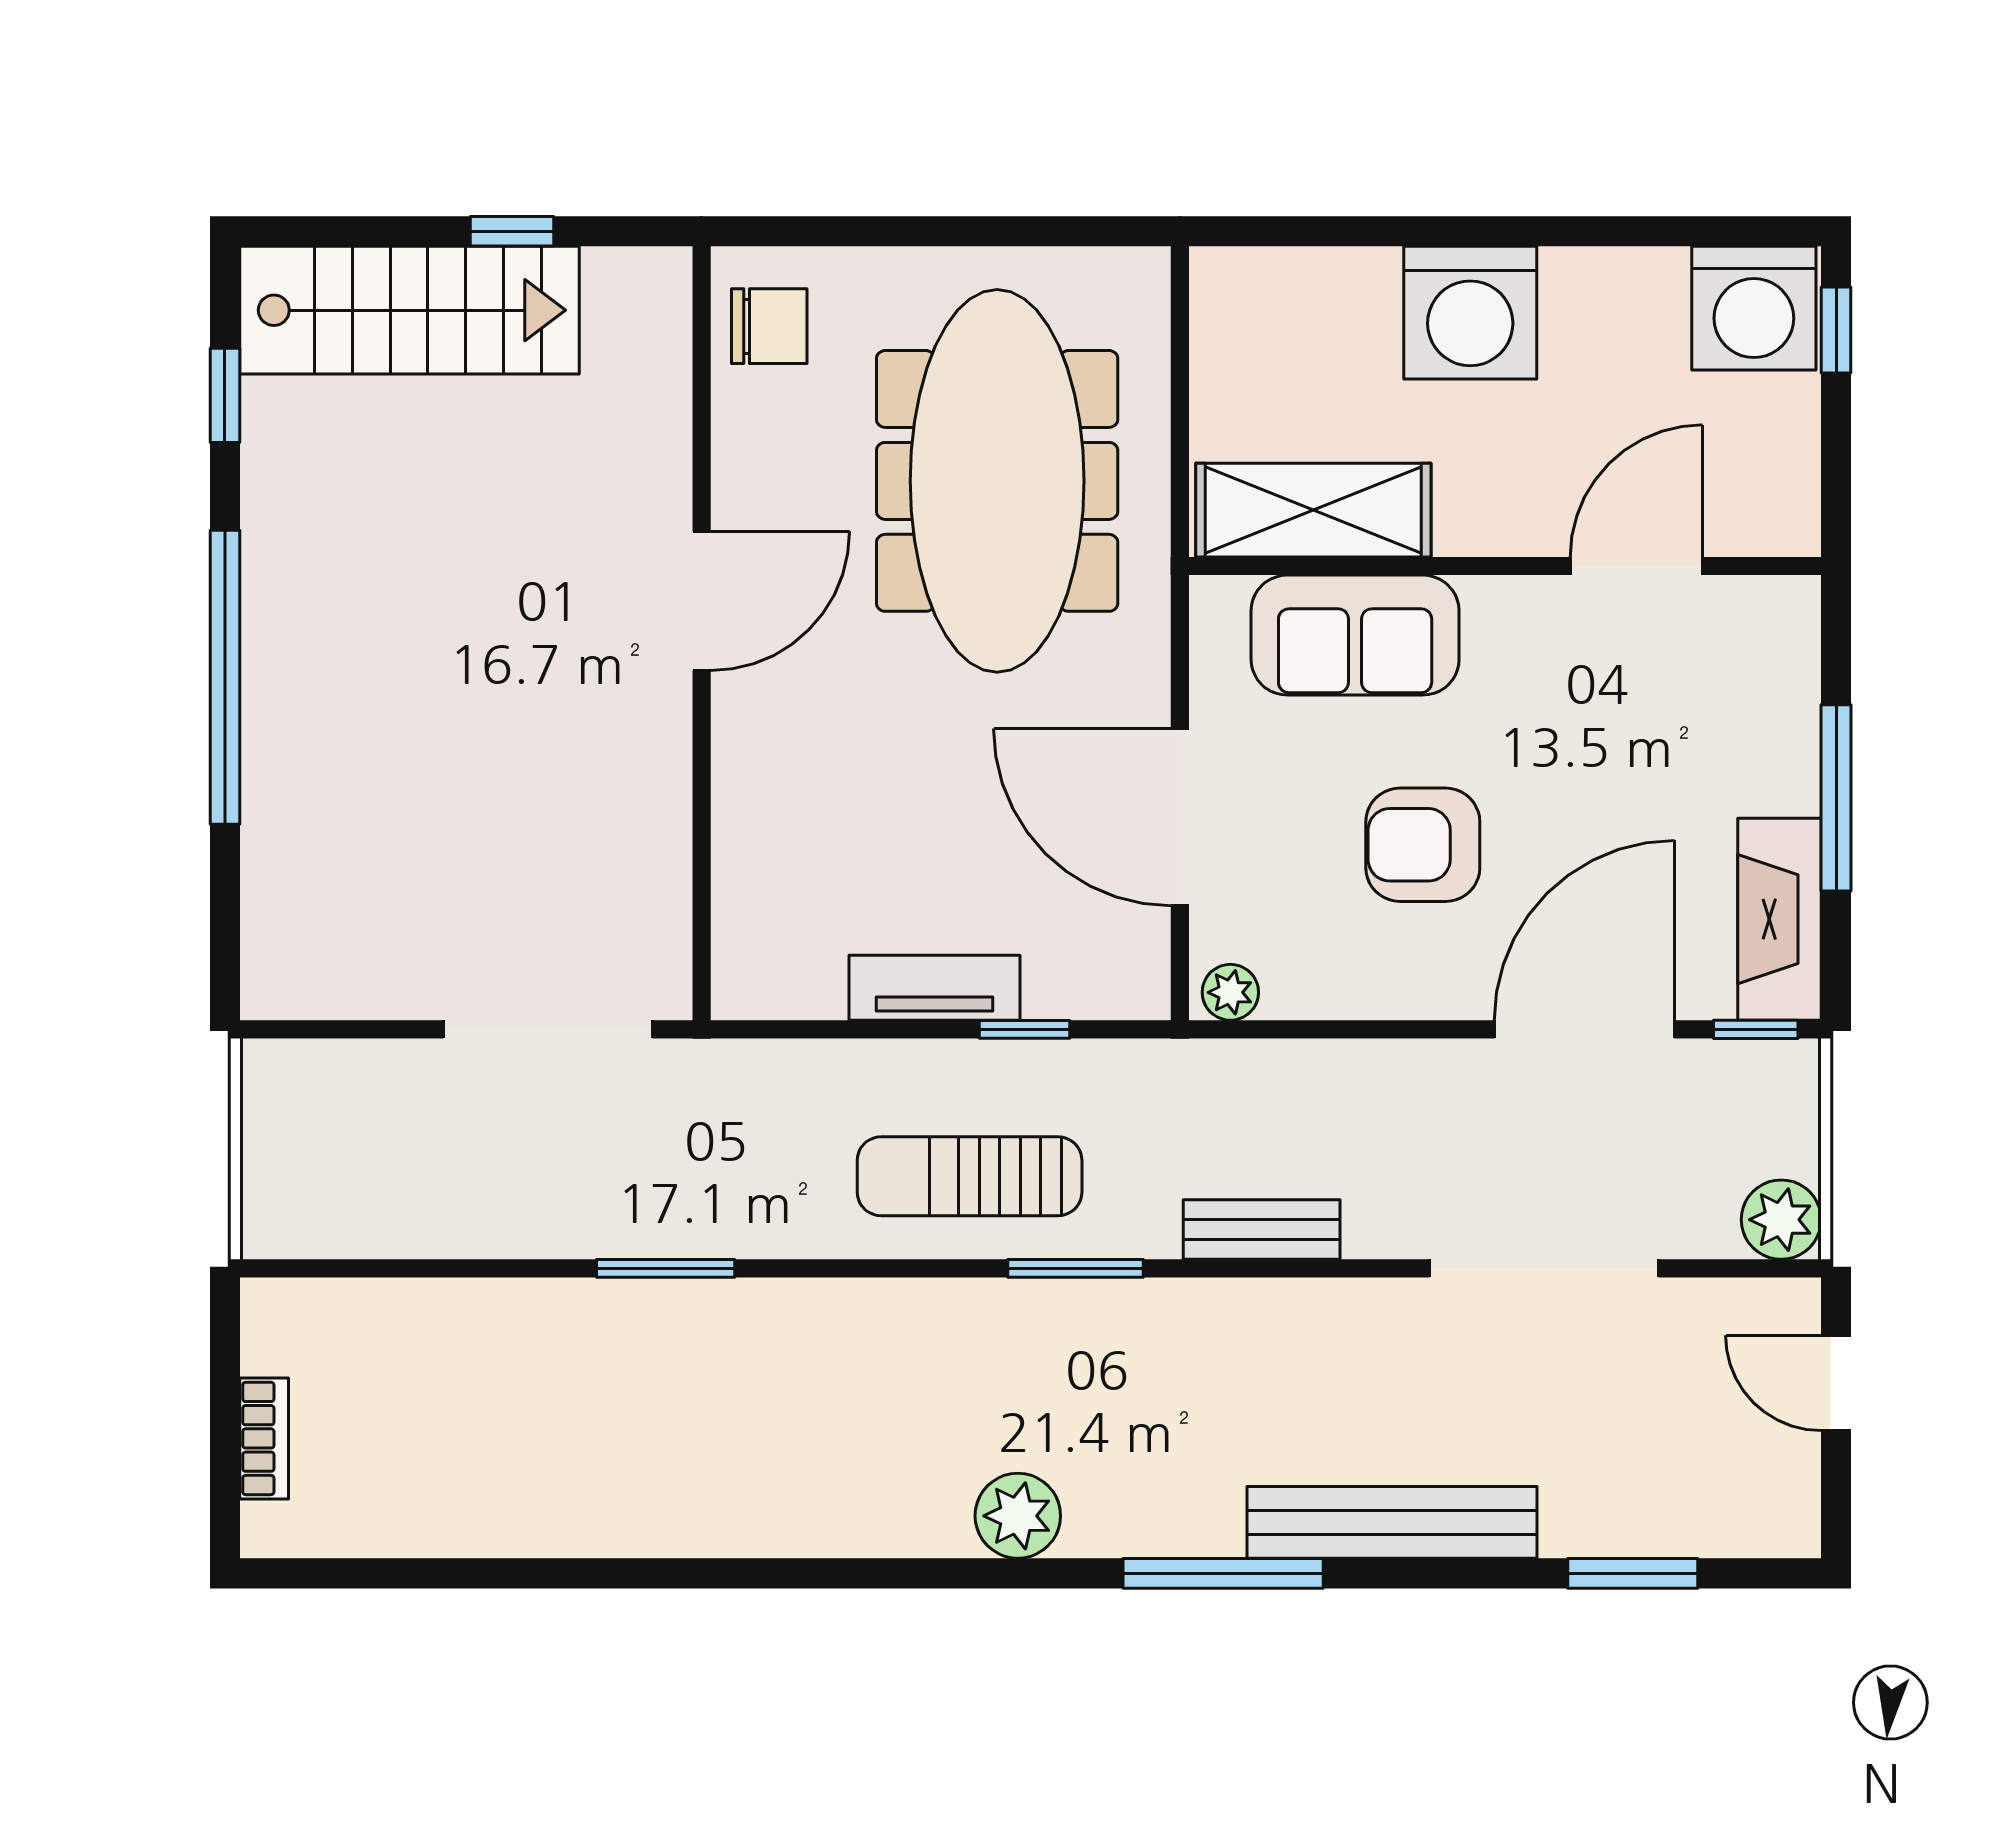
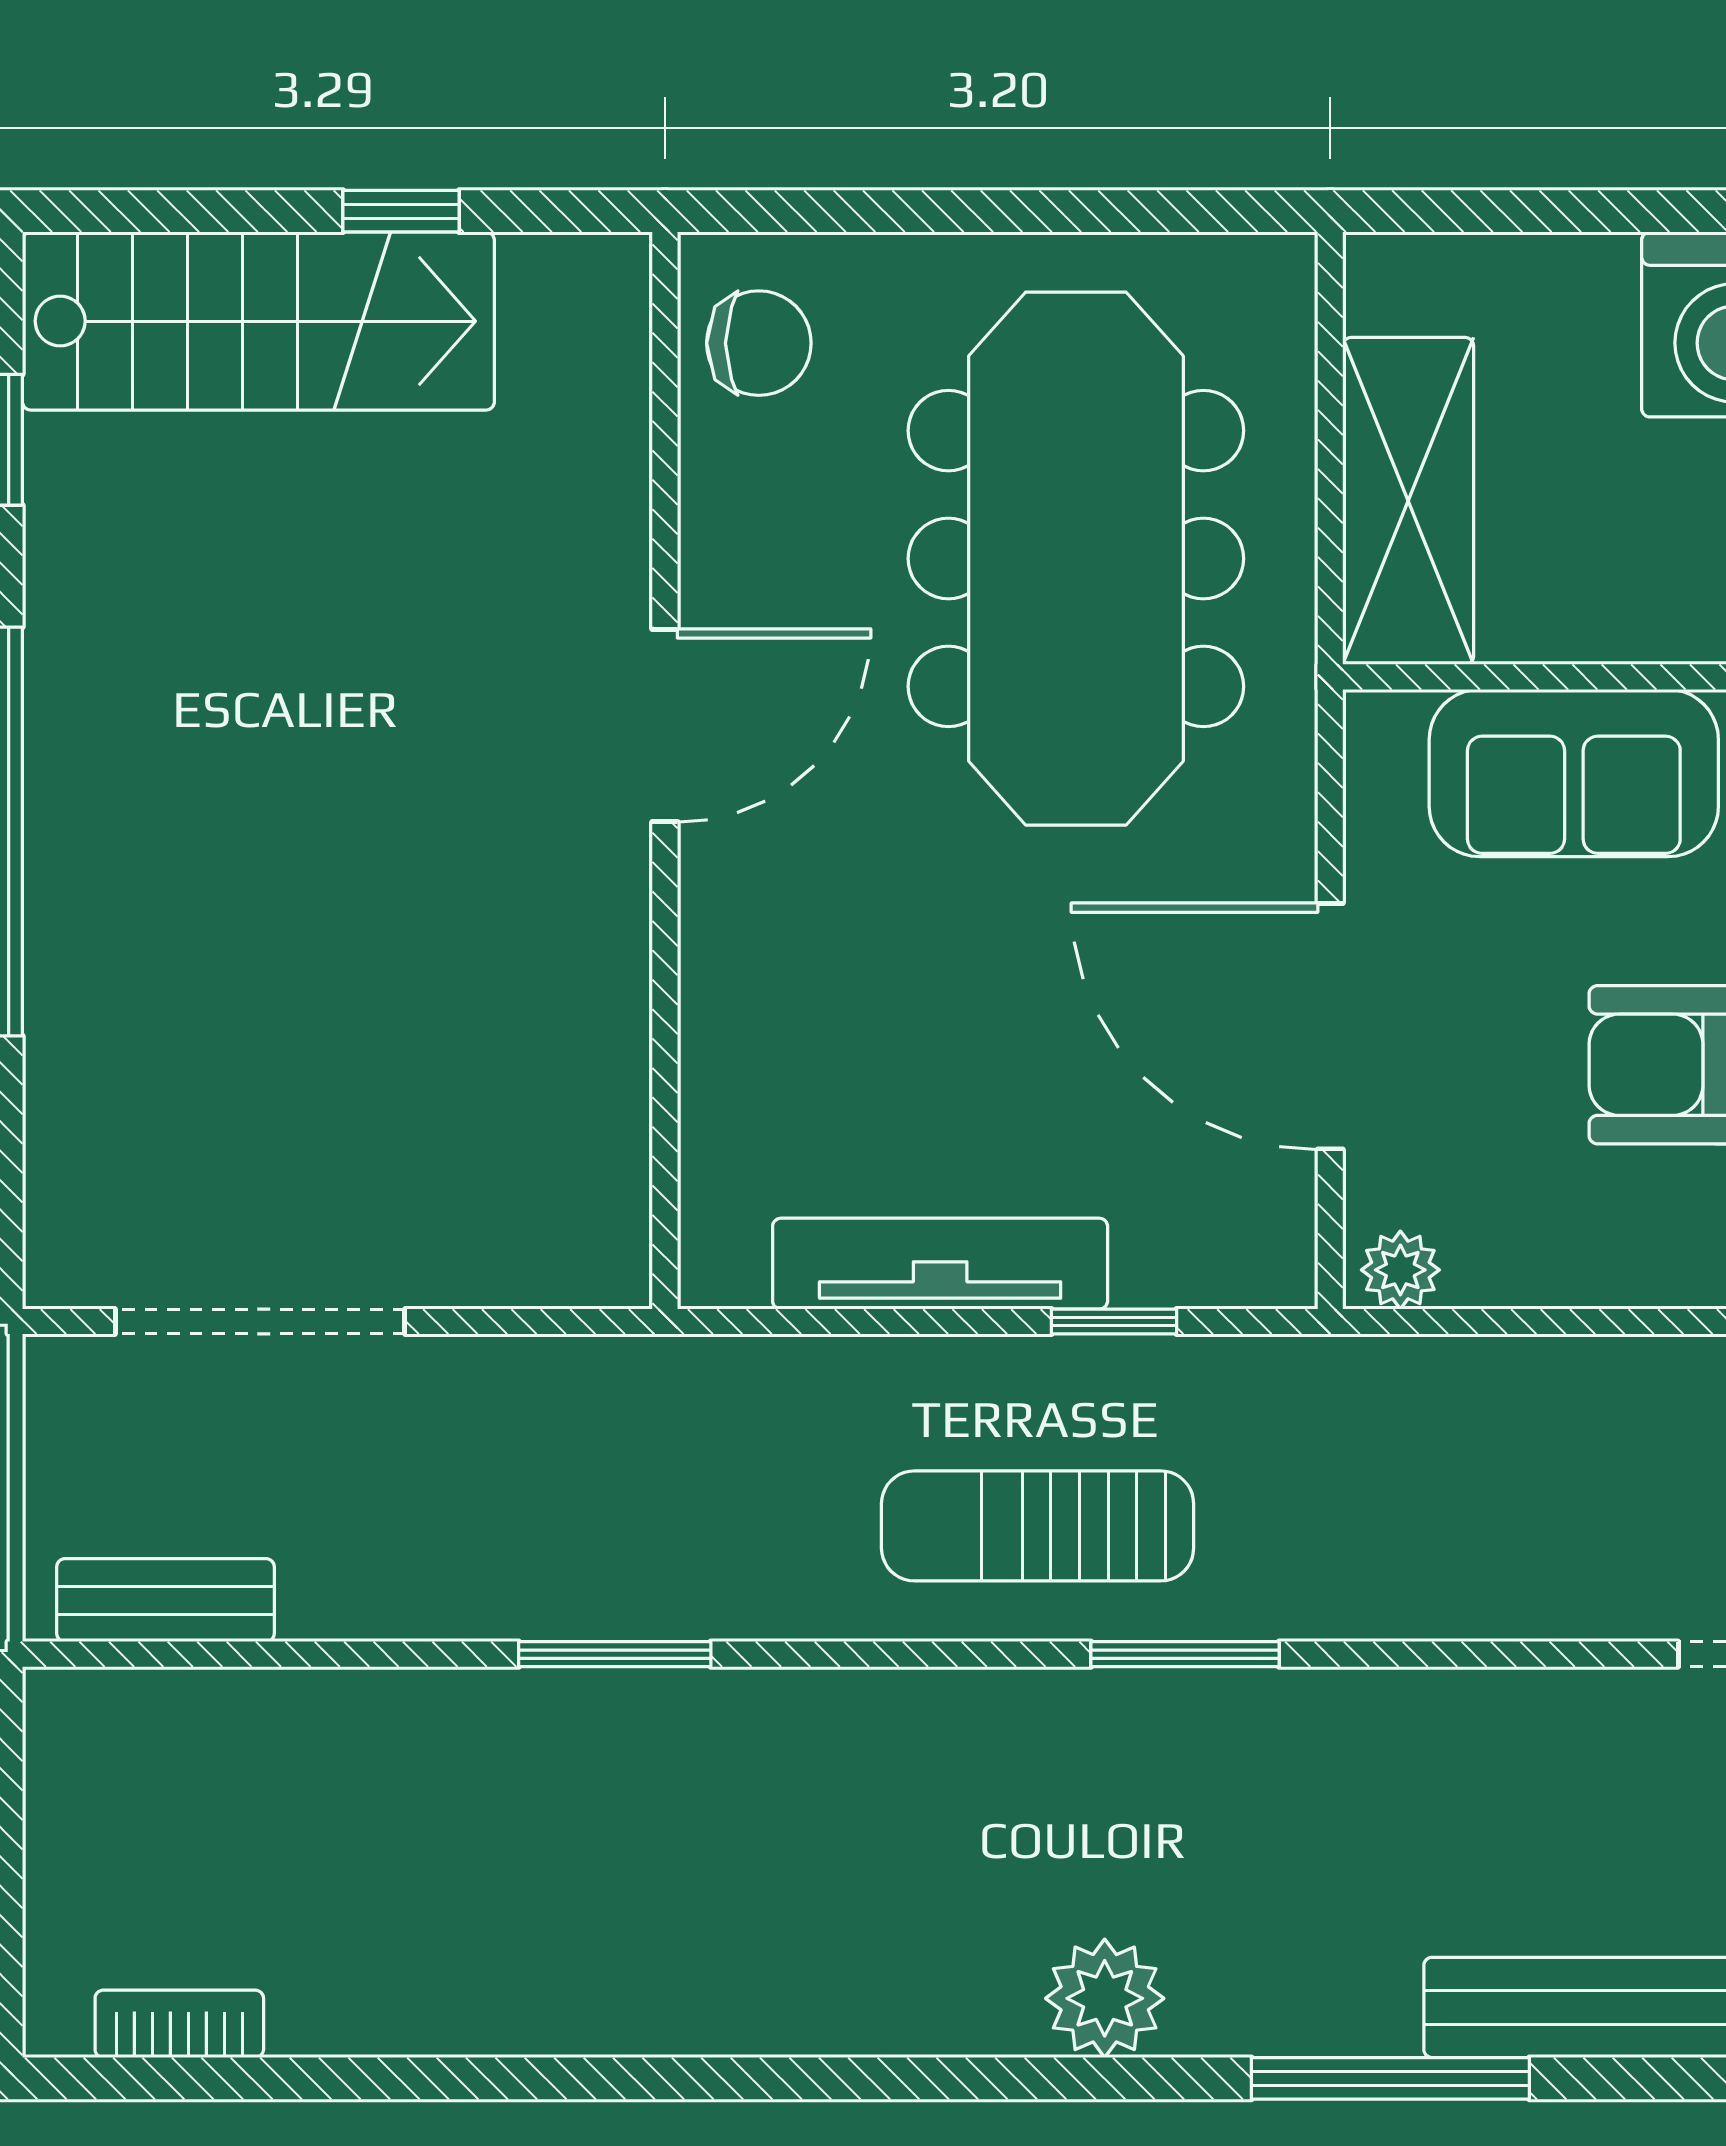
shelving: (1313, 510) -> (1408, 501), moved, turned 90
tv unit: (934, 988) -> (940, 1264), width x1.41
doorway: (548, 1029) -> (260, 1322), moved
bench: (1262, 1230) -> (166, 1600), moved
bookcase: (264, 1438) -> (179, 2024), moved, turned -90

